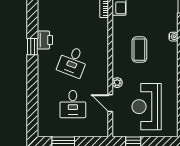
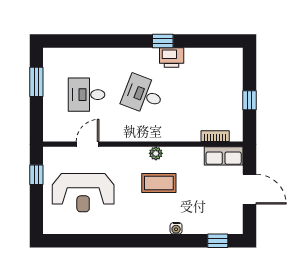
plant: (117, 83) -> (156, 153), moved
reception desk: (147, 107) -> (83, 193), turned 180

